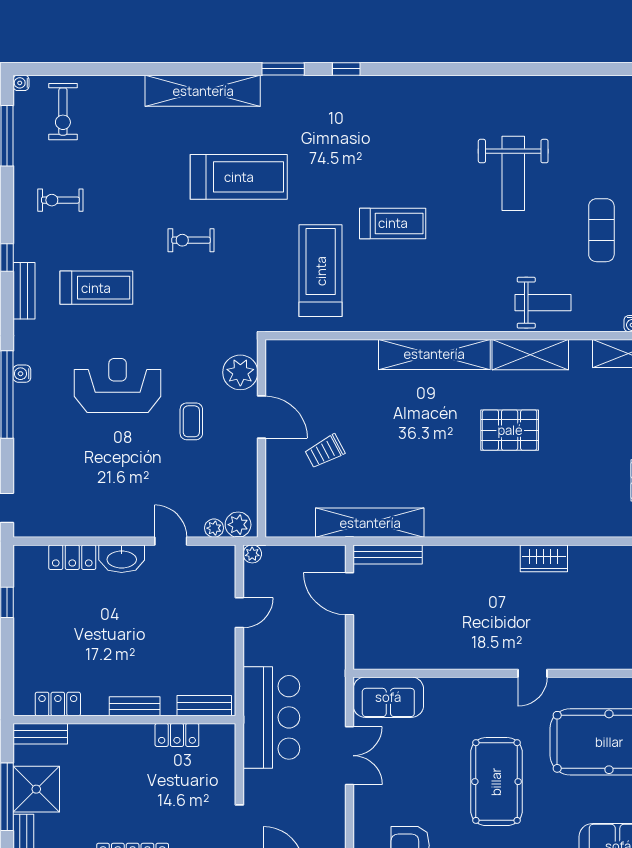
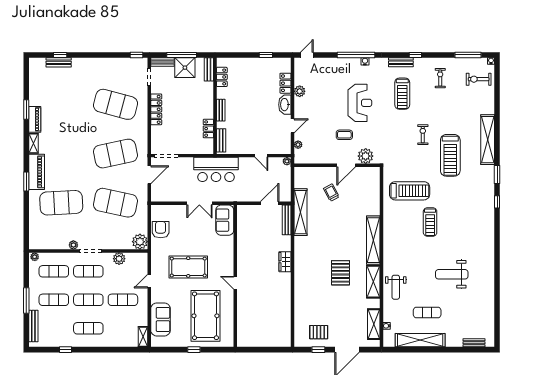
plant: (238, 525) -> (300, 91), moved
wardrobe: (544, 558) -> (285, 262), moved

